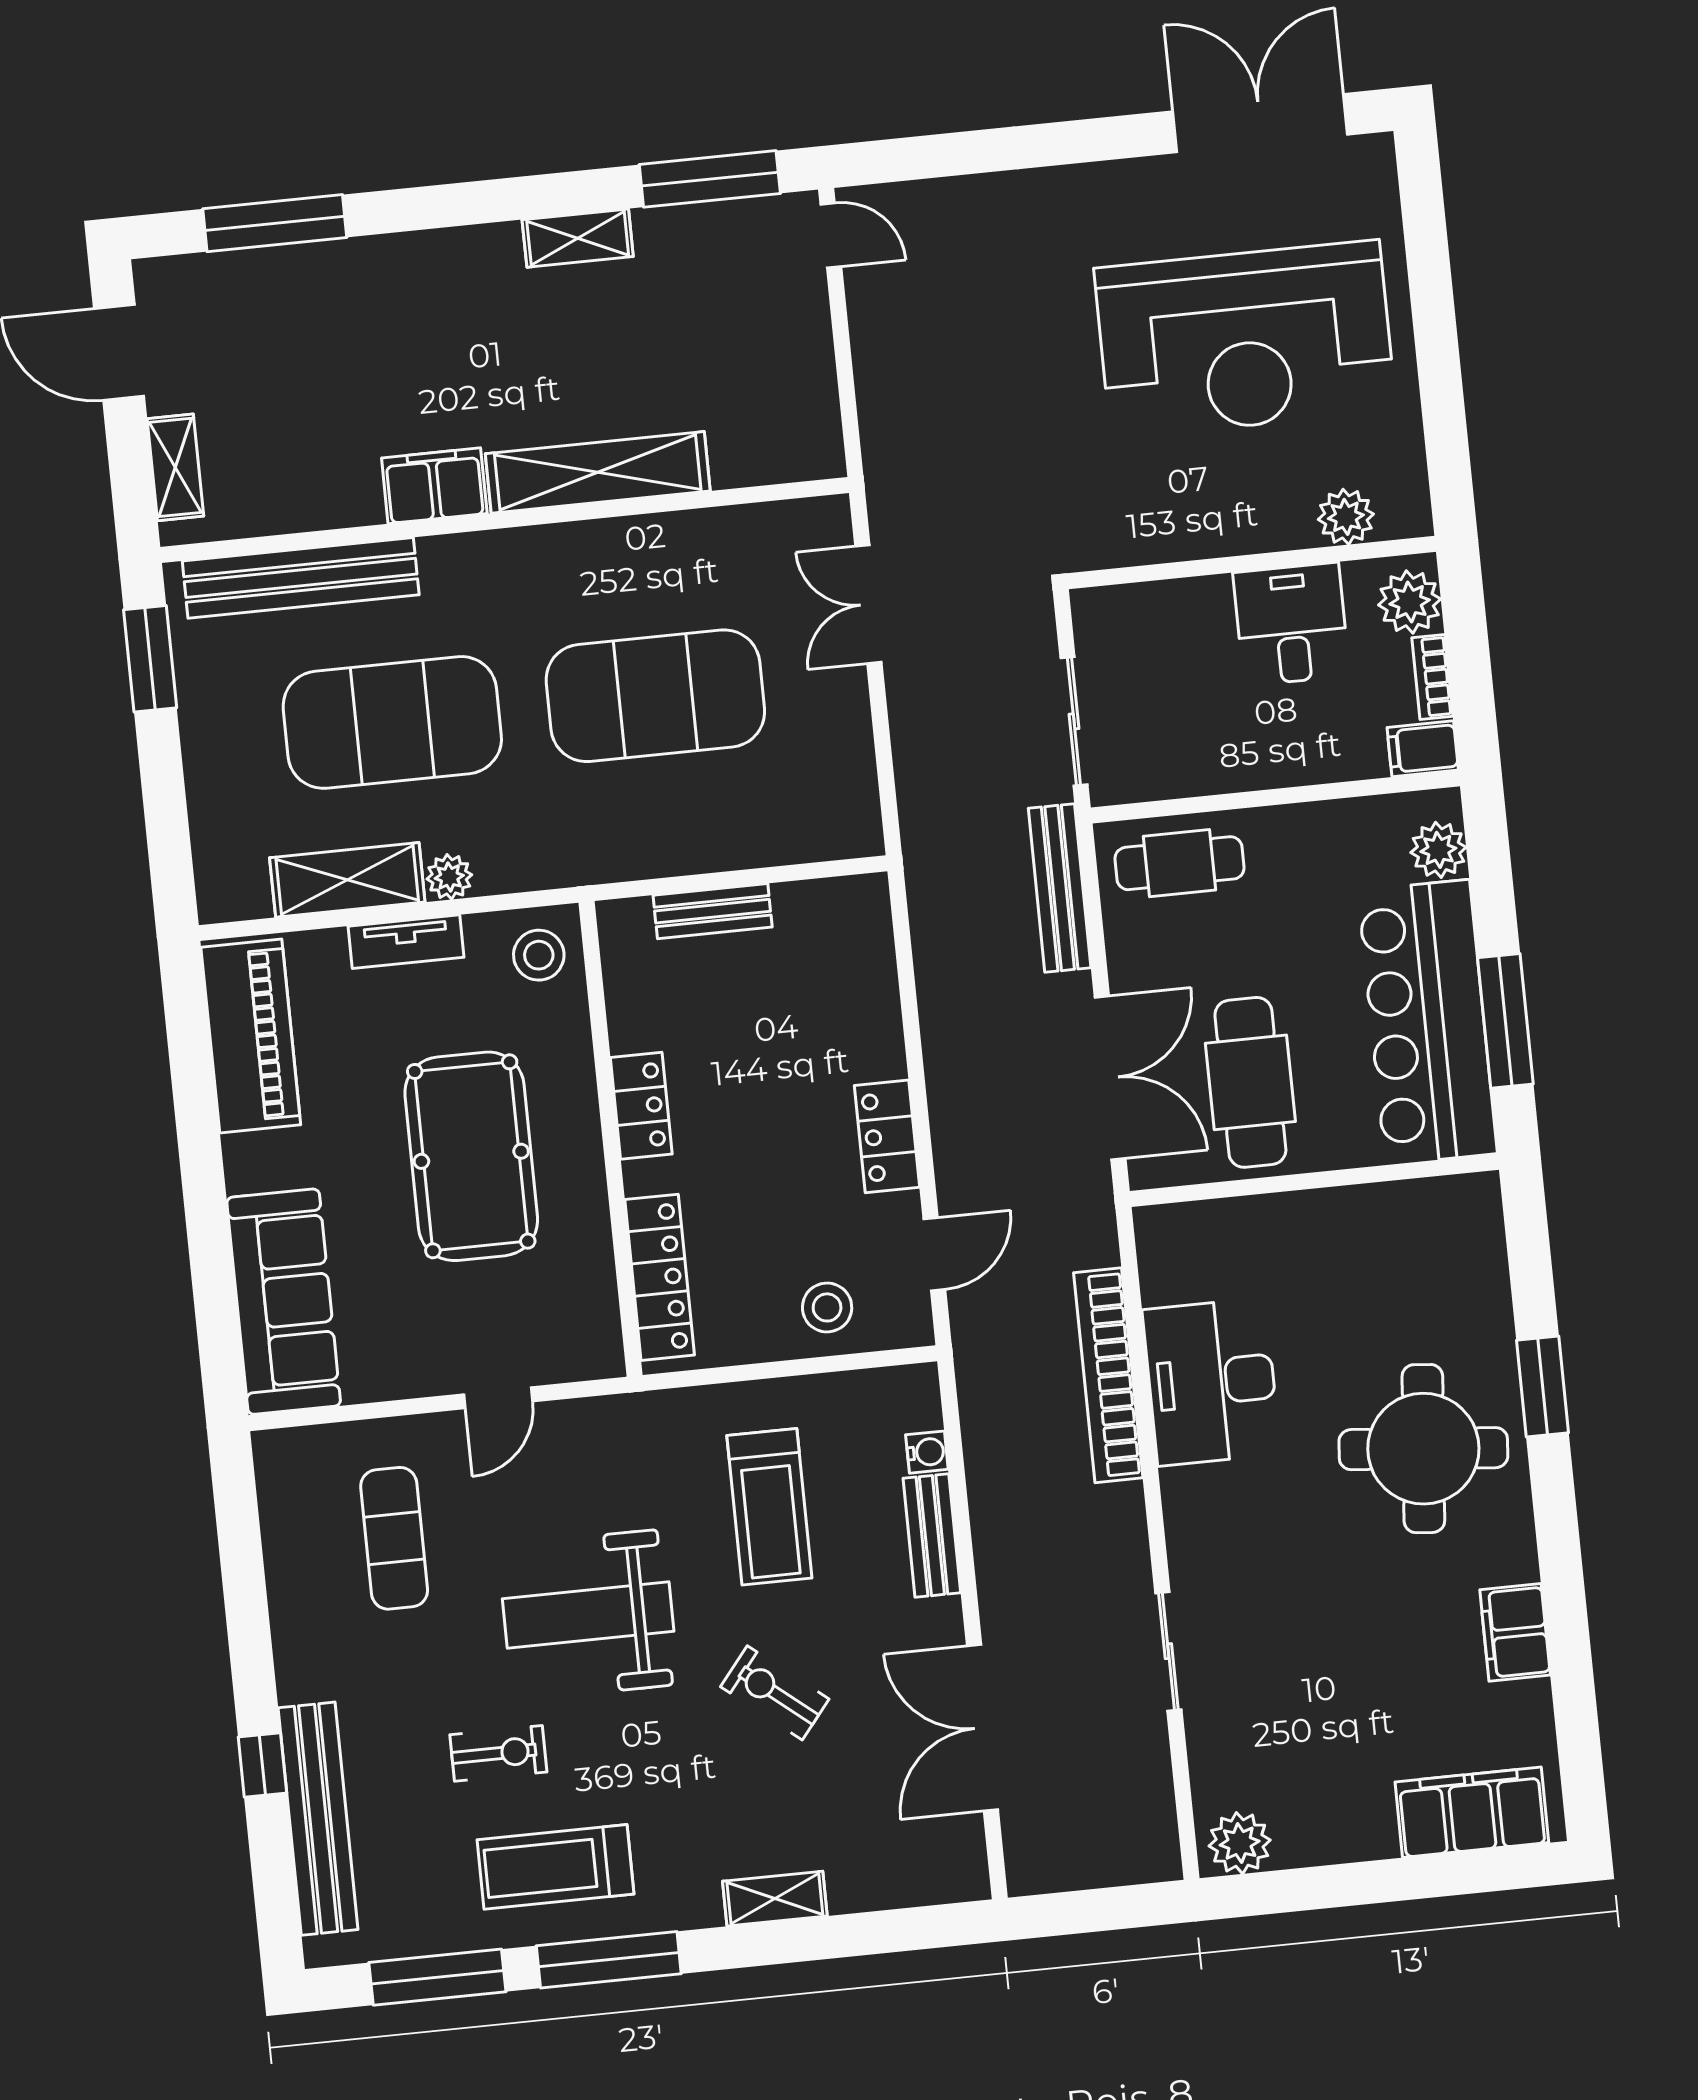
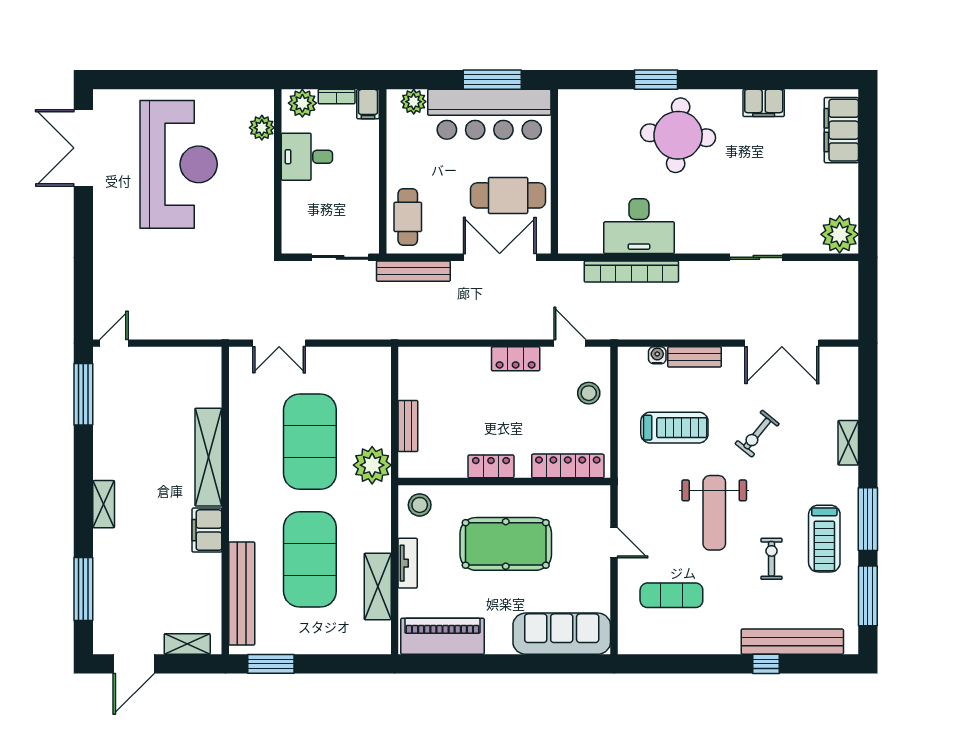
shelving: (578, 238) -> (104, 504), moved
plant: (449, 877) -> (372, 465), moved, width x1.88, depth x1.88
plant: (1240, 1843) -> (840, 234), width x1.36, depth x1.36

